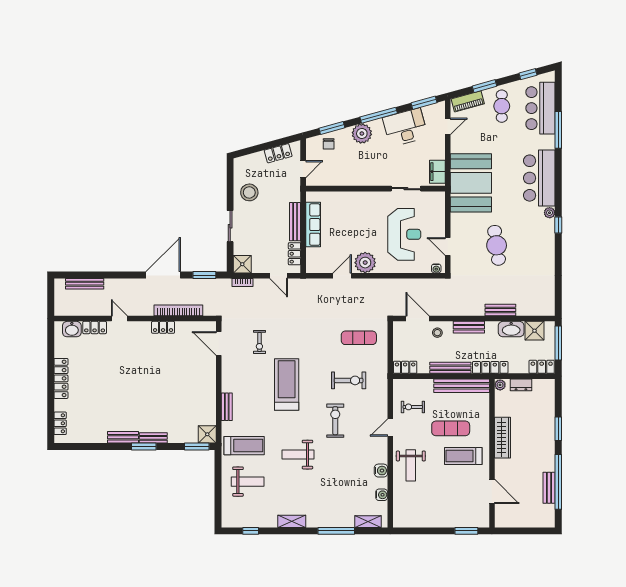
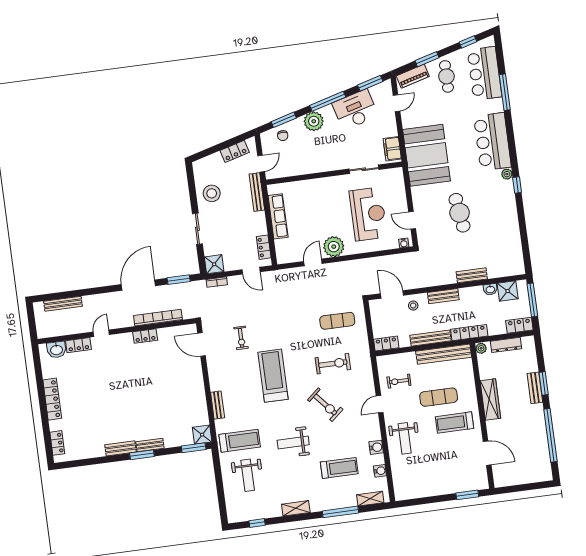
bench: (295, 222) -> (257, 192), moved
door: (119, 319) -> (101, 333), hinge flipped
washbasin: (511, 329) -> (490, 289), width x0.52, depth x0.69
dresser: (521, 385) -> (506, 345), width x1.44
exercise bike: (335, 421) -> (325, 405), turned 139
weight bench: (248, 482) -> (248, 475), turned 90
treadmill: (341, 486) -> (339, 468), added
bench: (549, 488) -> (535, 388), moved

